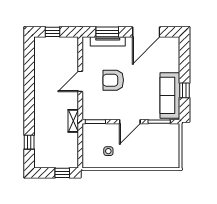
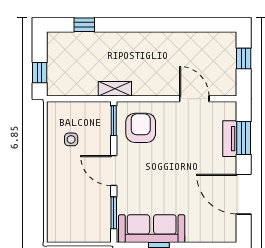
tv unit: (108, 41) -> (230, 139), width x0.71
armchair: (113, 80) -> (141, 128), moved
door: (80, 81) -> (194, 99), moved

